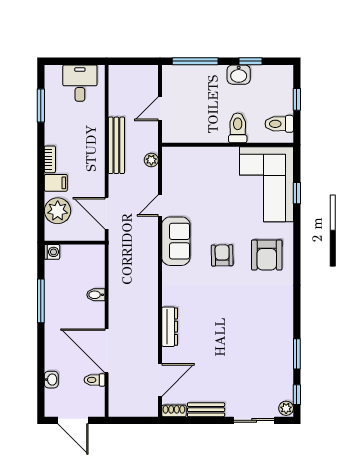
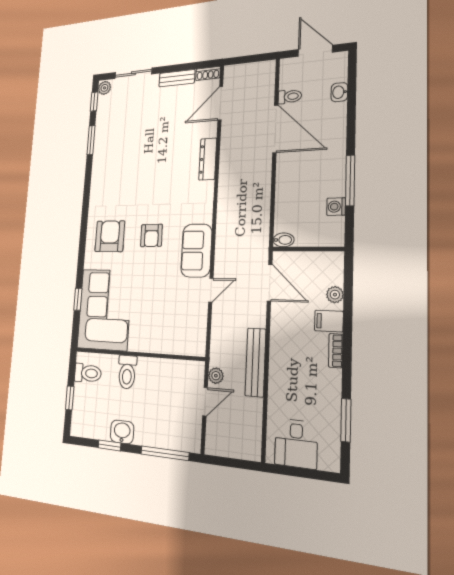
plant: (151, 160) -> (216, 376), moved
plant: (58, 211) -> (335, 295), width x0.53, depth x0.53
washing machine: (52, 252) -> (336, 207), moved
bidet: (96, 295) -> (284, 240), moved

